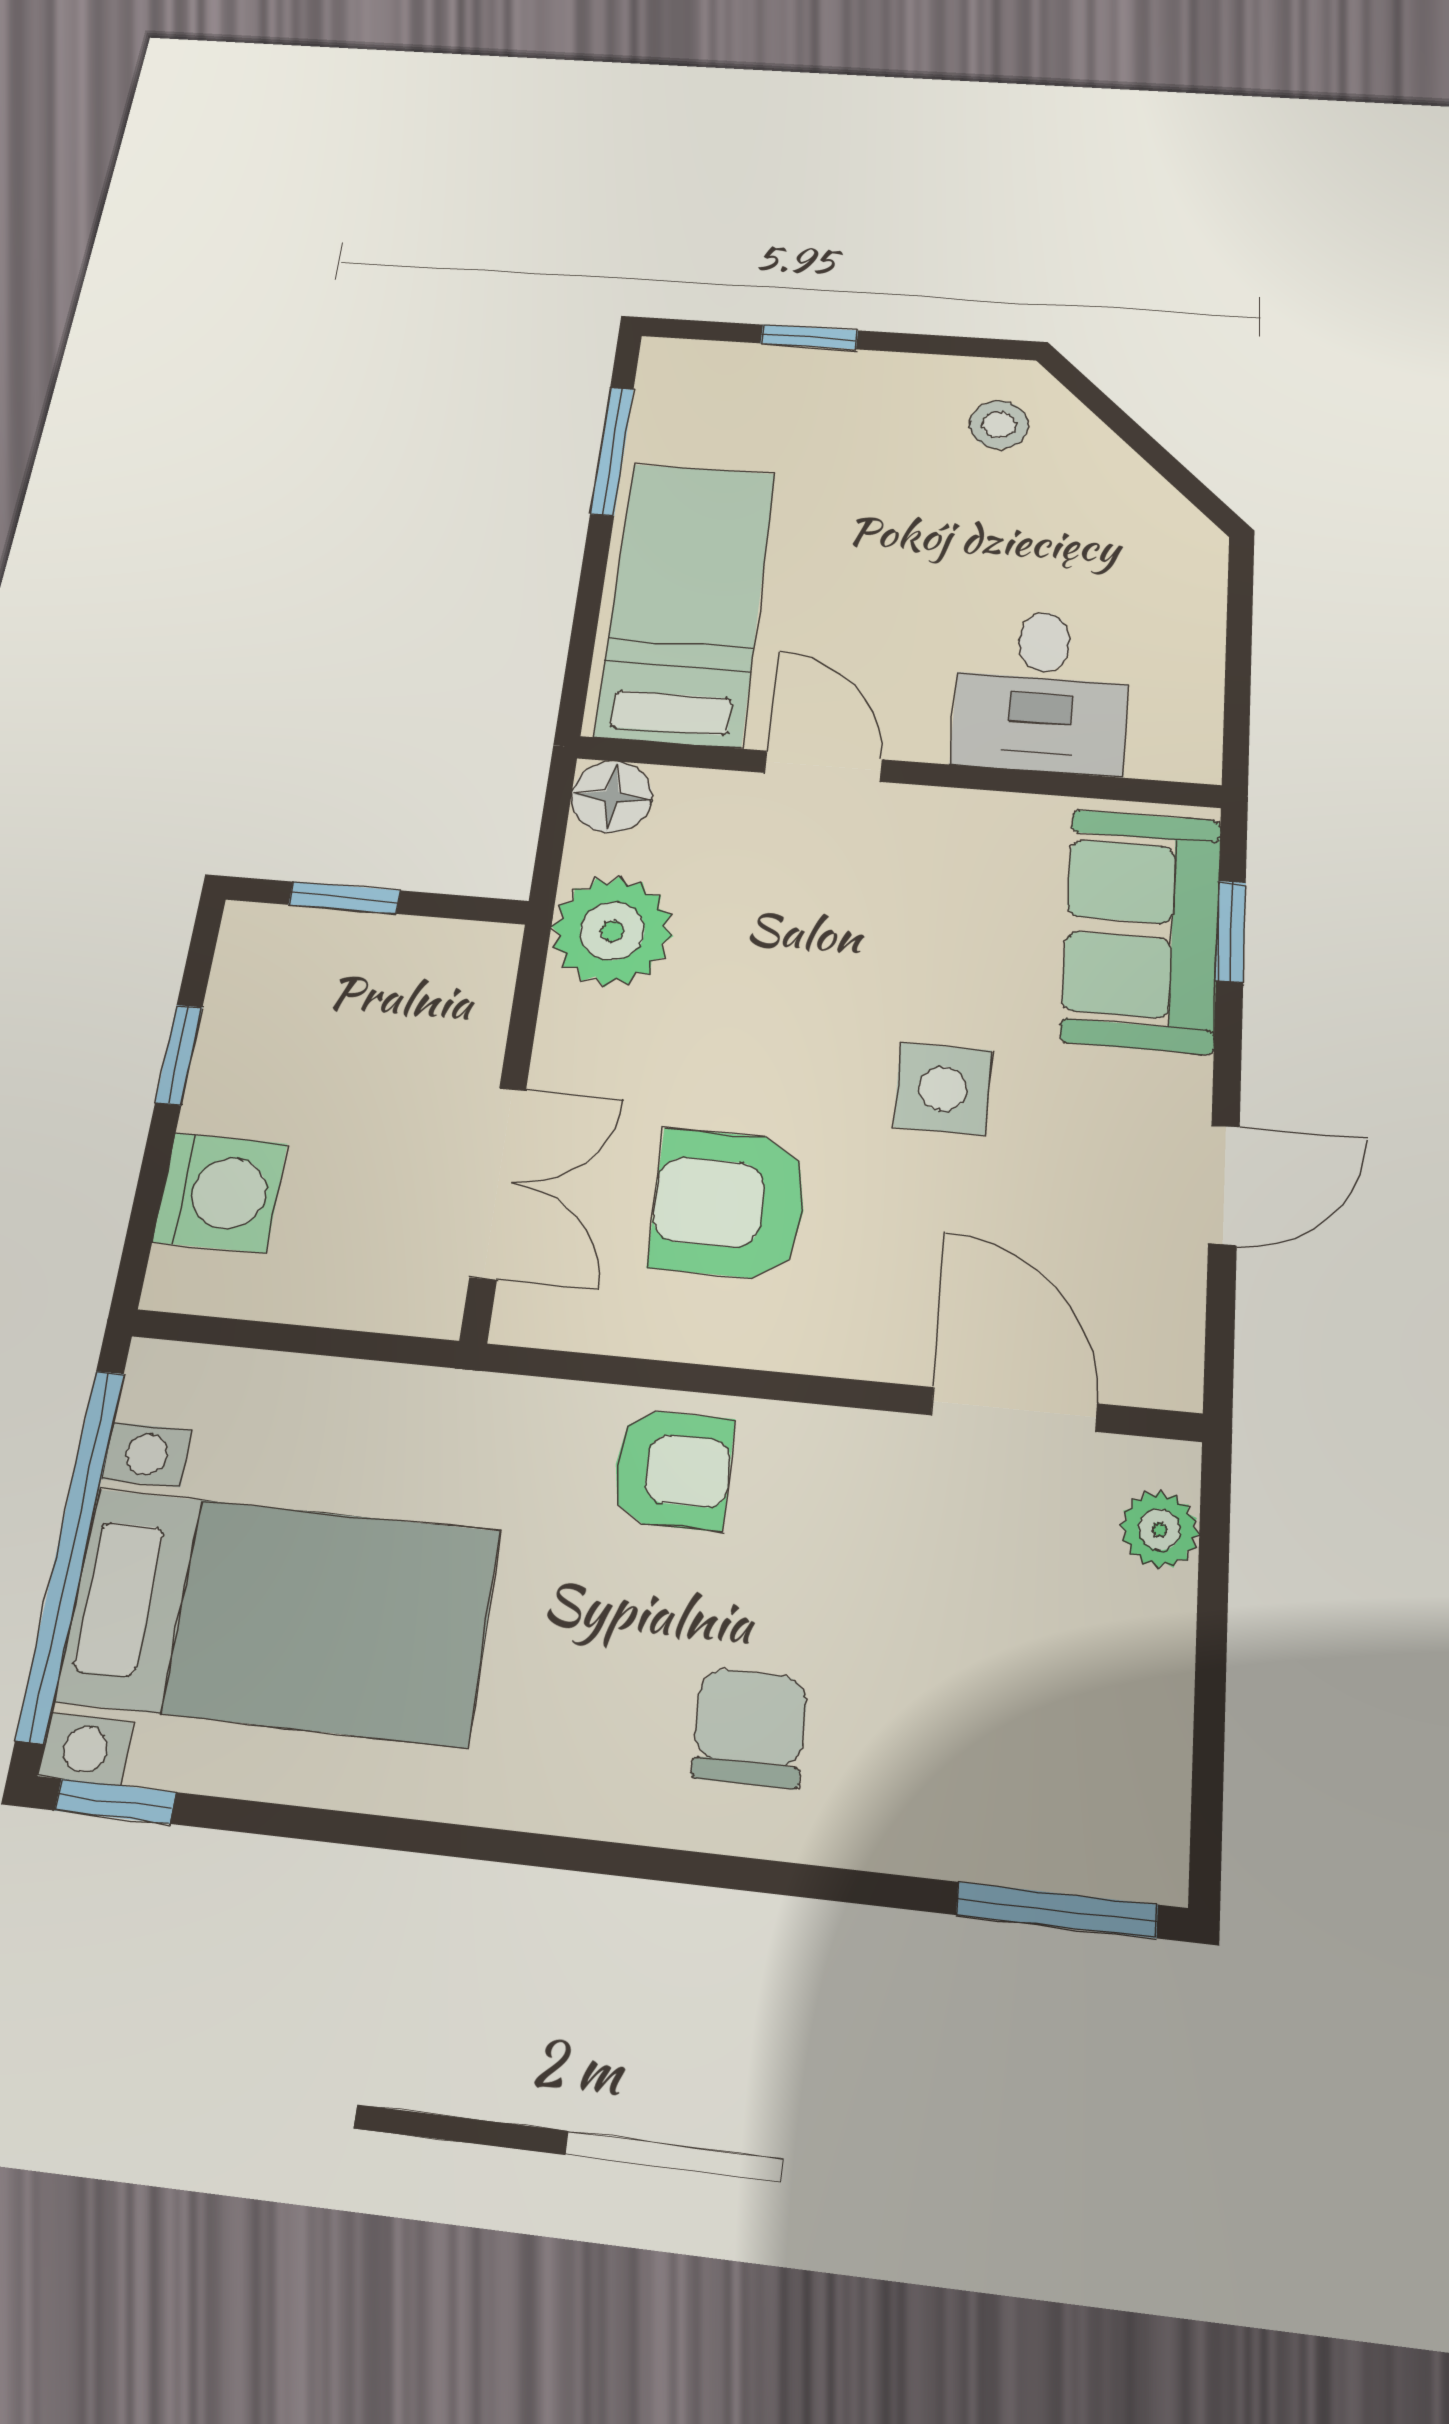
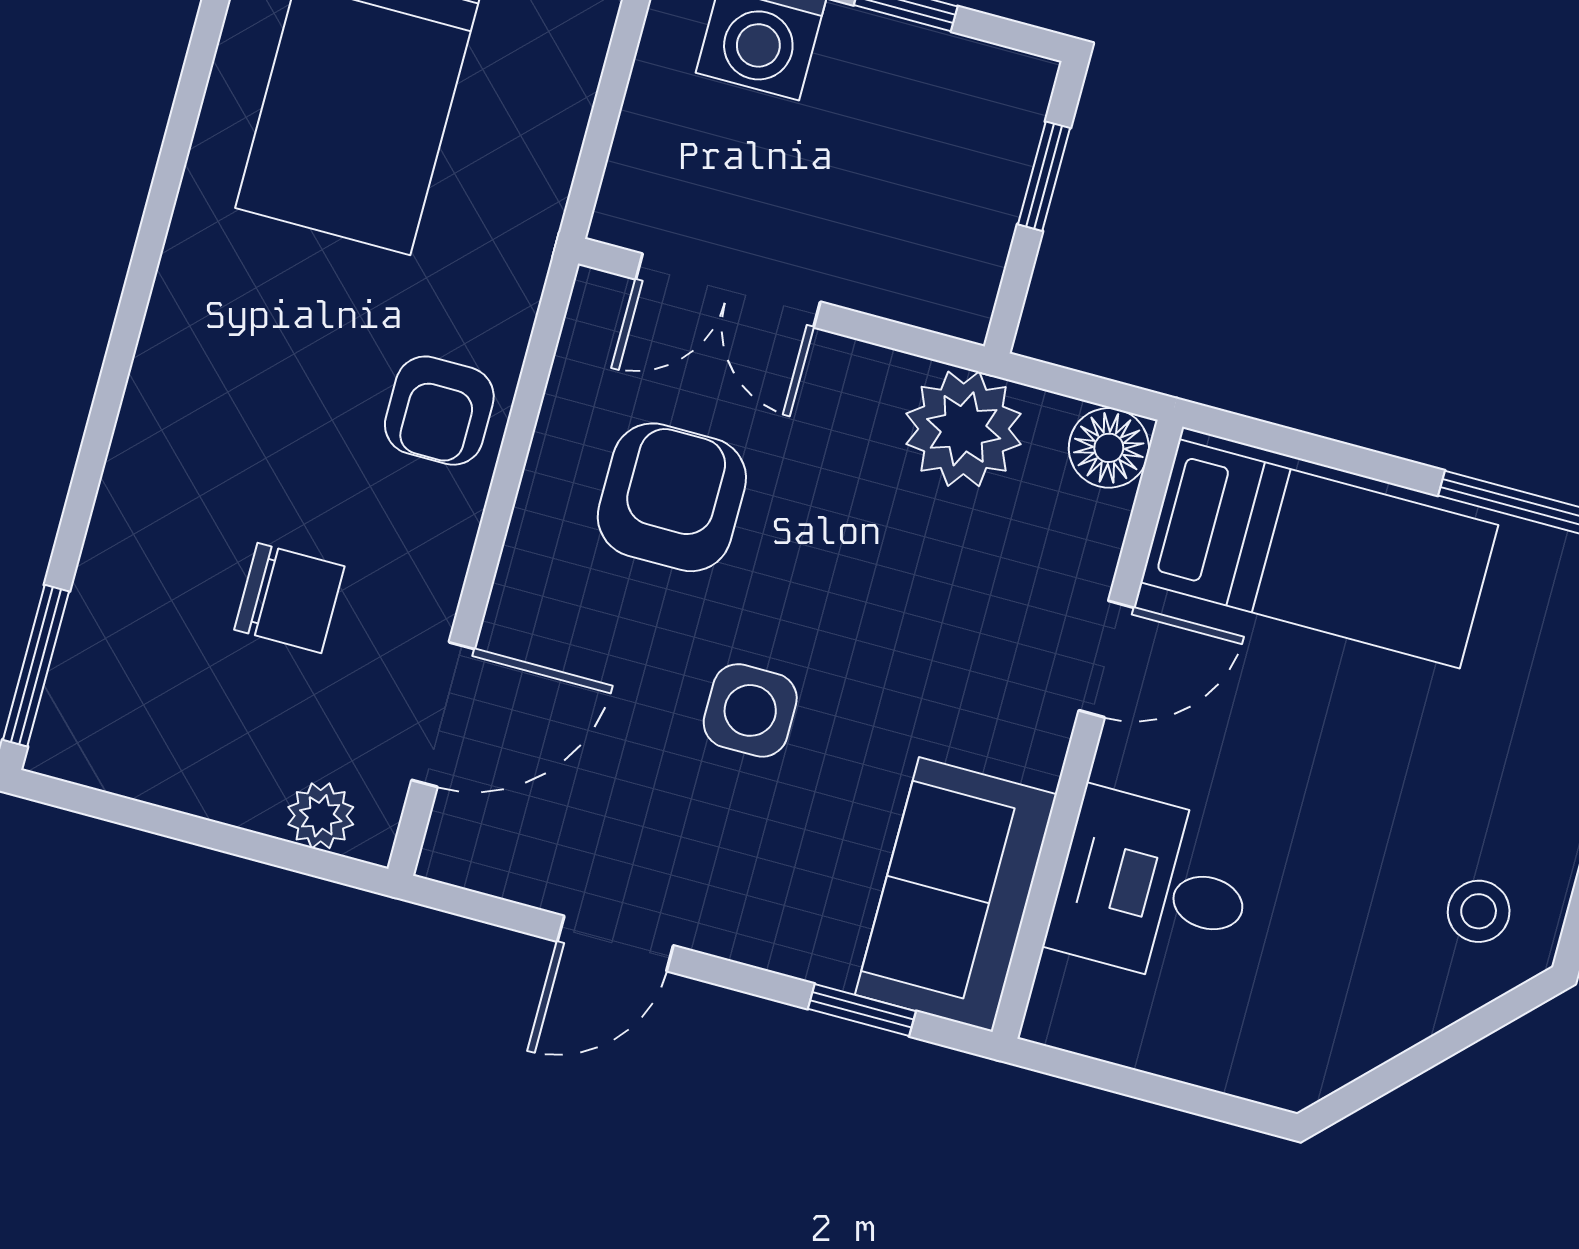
sofa: (1142, 930) -> (956, 895), moved, turned -90
door: (1224, 1185) -> (615, 943), hinge flipped
chair: (750, 1728) -> (289, 598), moved

